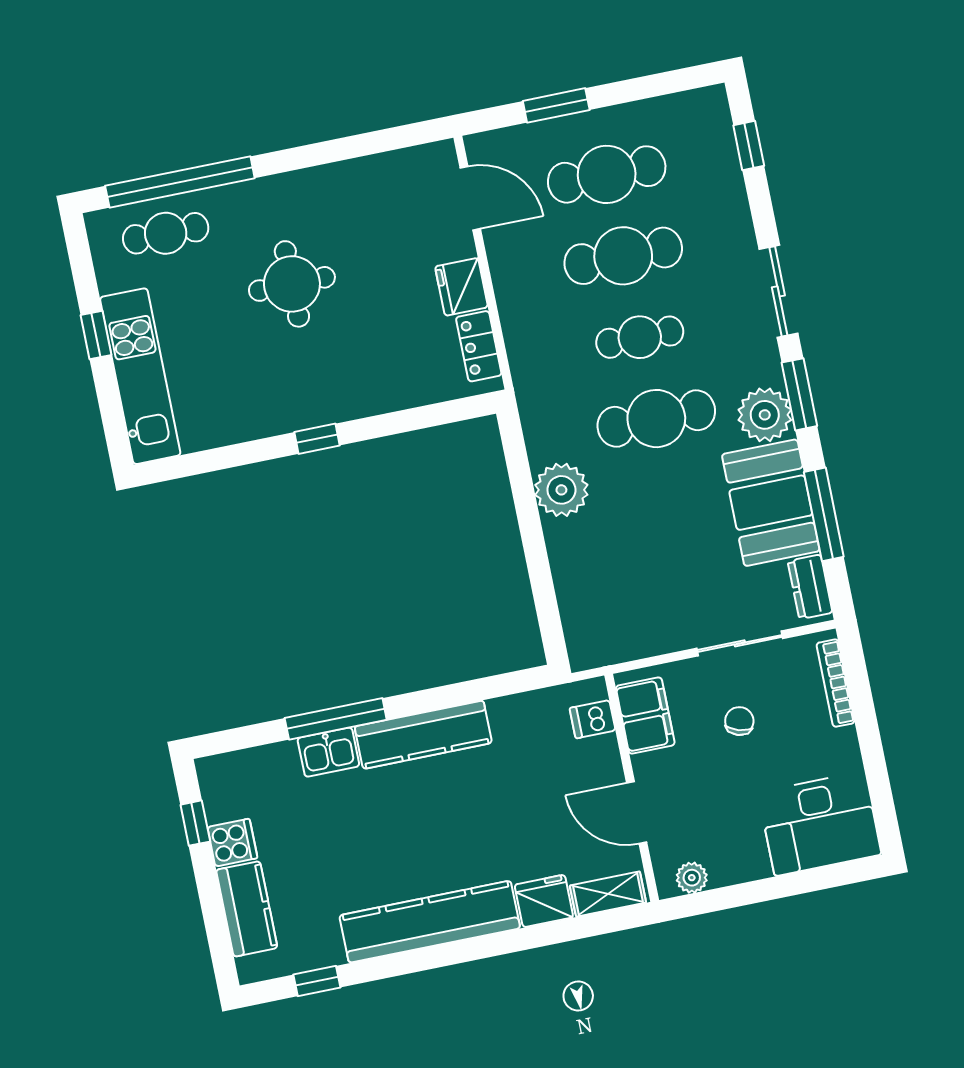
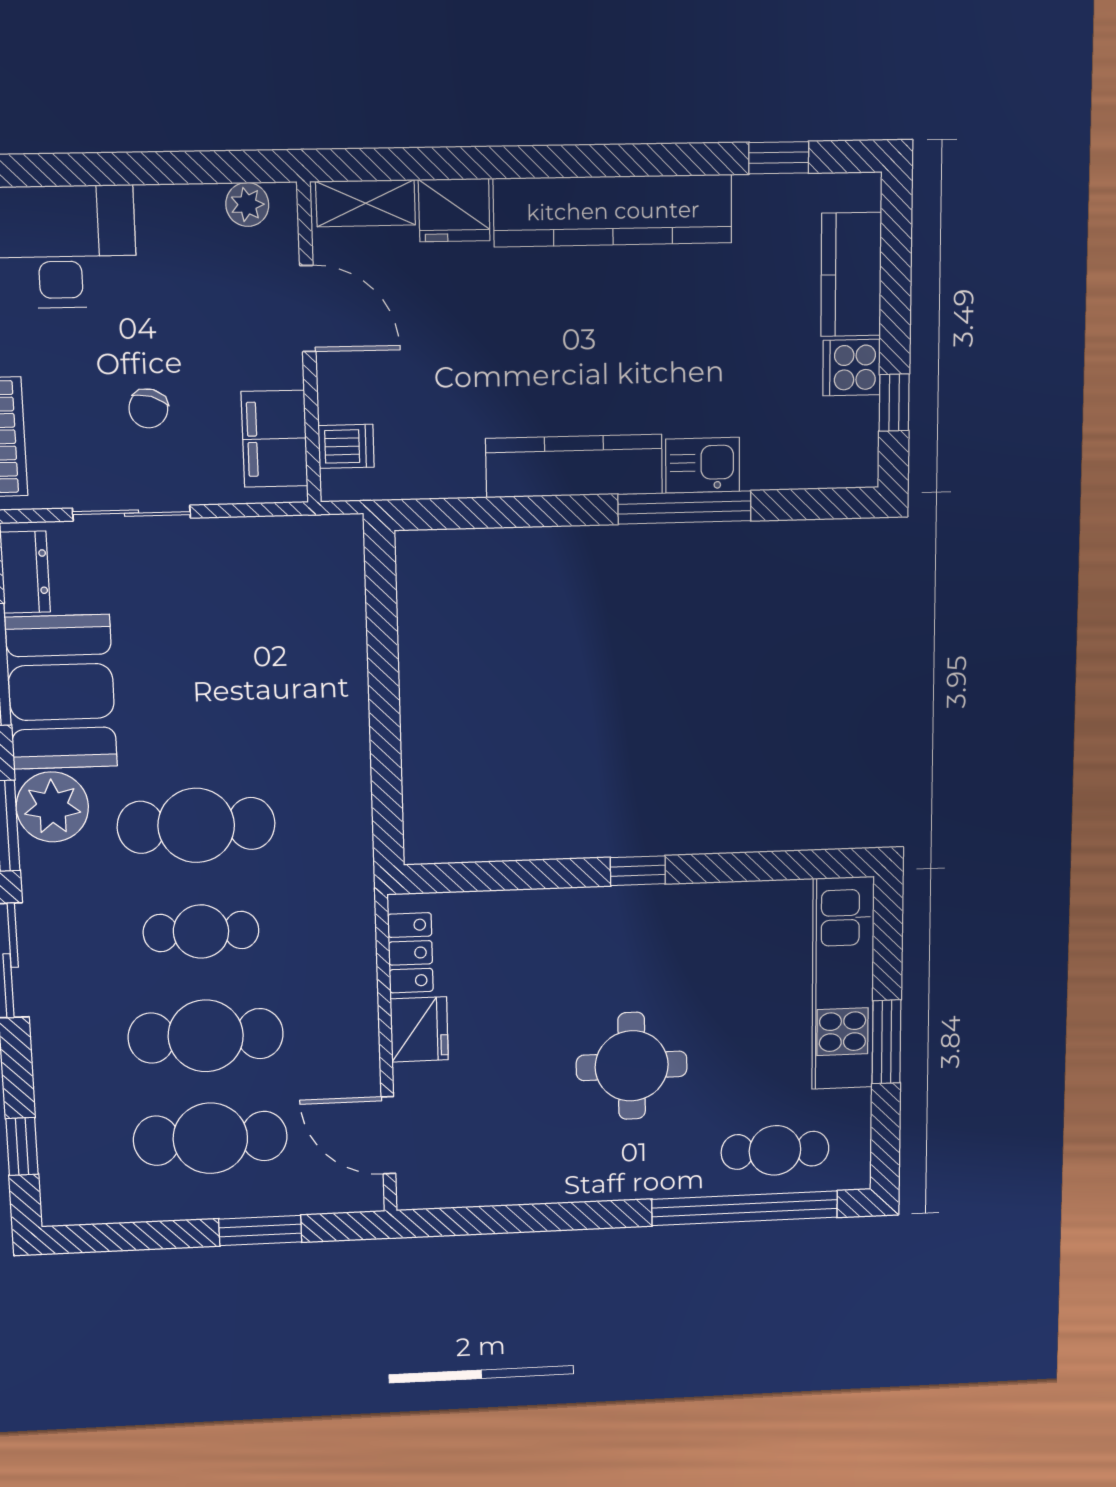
window: (96, 335) -> (886, 1042), width x1.50
plant: (561, 490) -> (336, 755), removed

